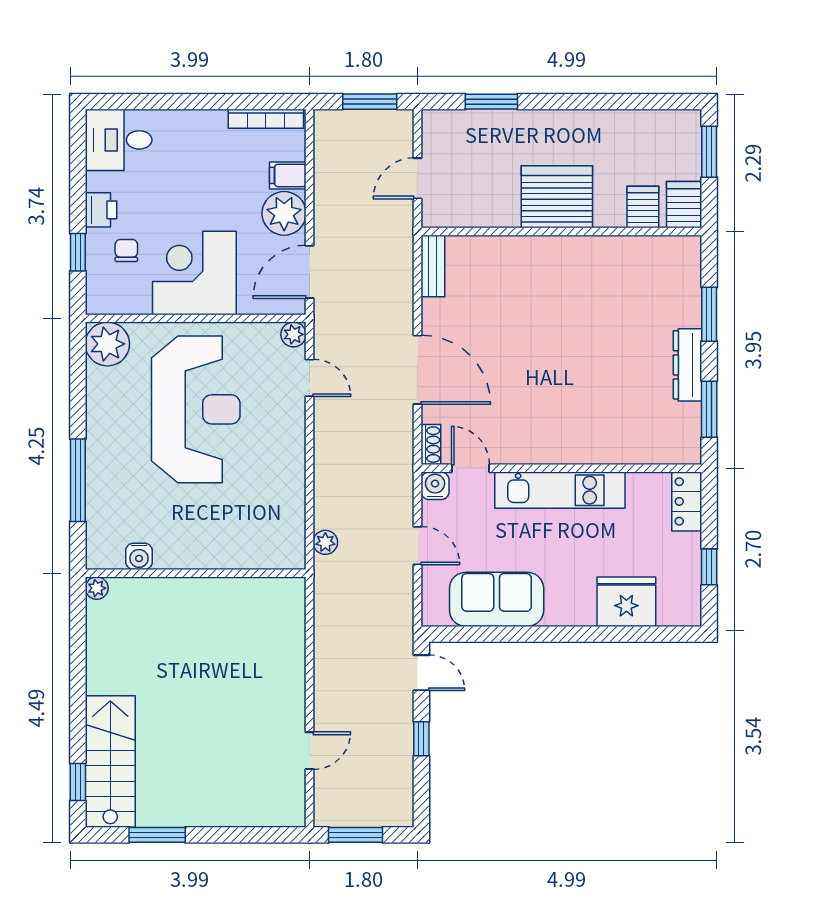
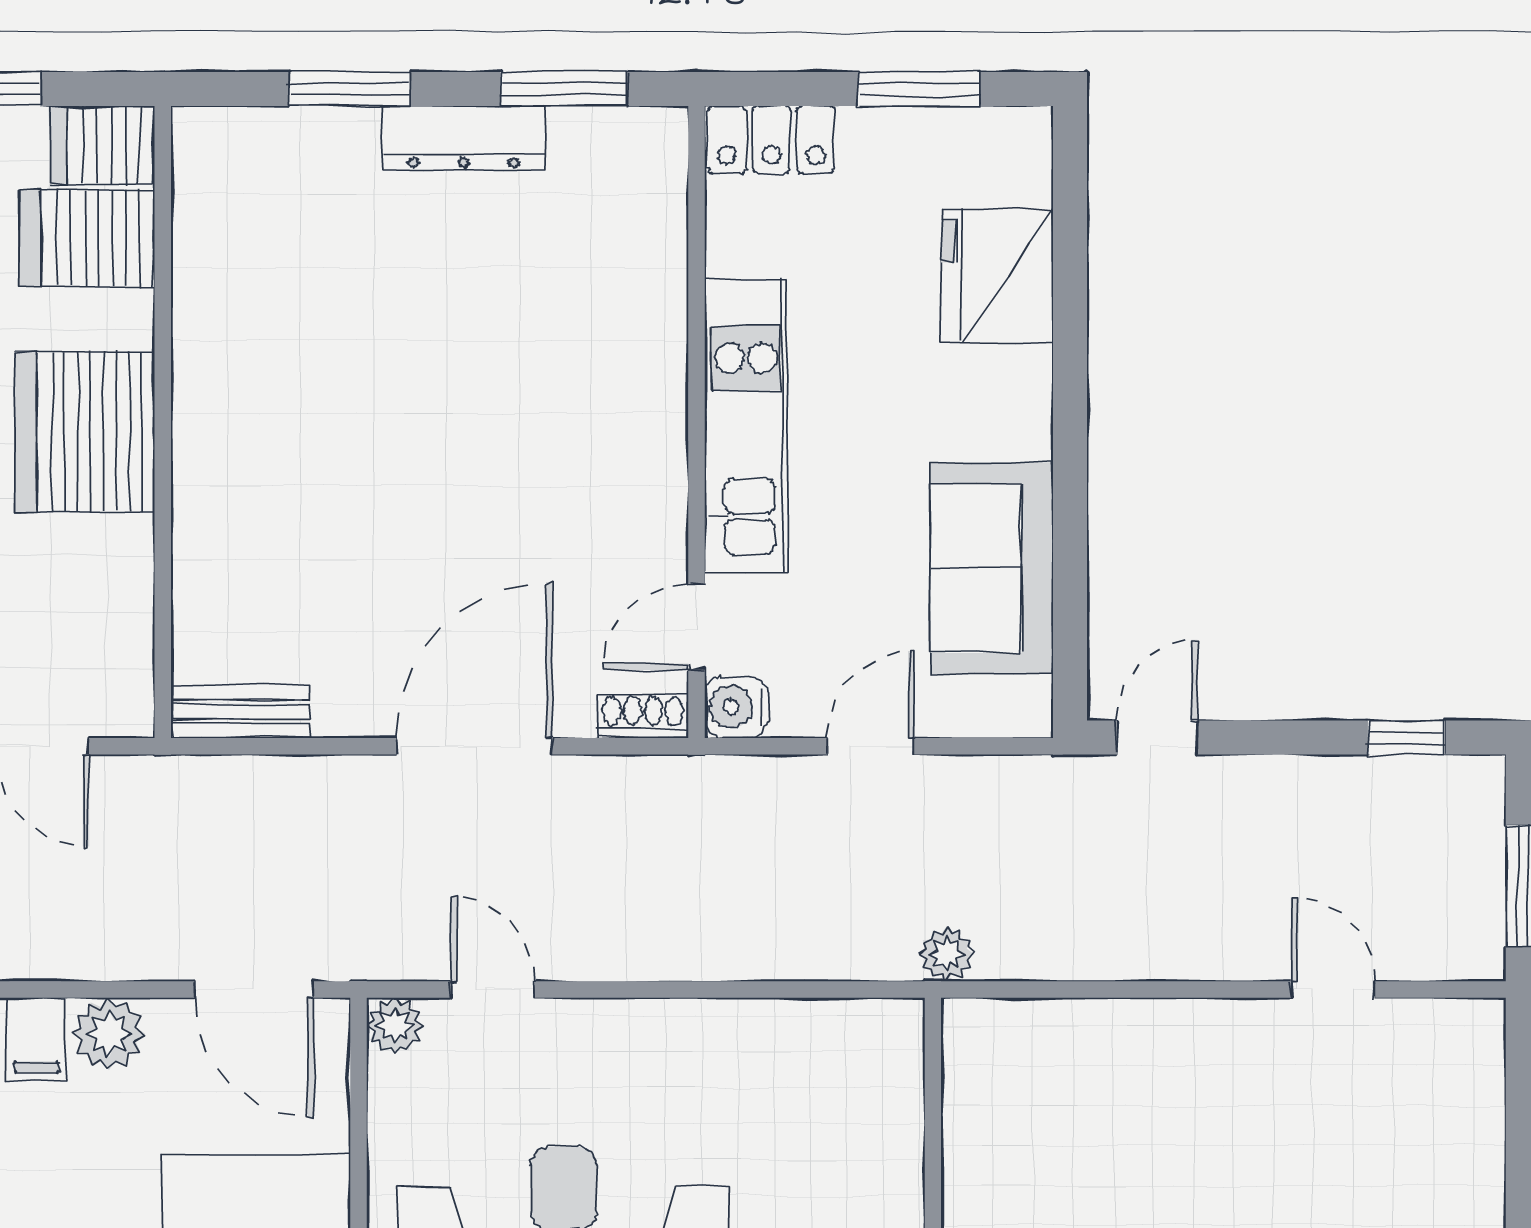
server rack: (643, 207) -> (87, 238), width x1.36, depth x1.44
plant: (284, 213) -> (109, 1034), width x0.73, depth x0.73
door: (310, 378) -> (493, 990), hinge flipped
plant: (325, 542) -> (947, 954), moved
window: (709, 567) -> (919, 89), width x1.50
window: (421, 739) -> (1406, 738), moved

